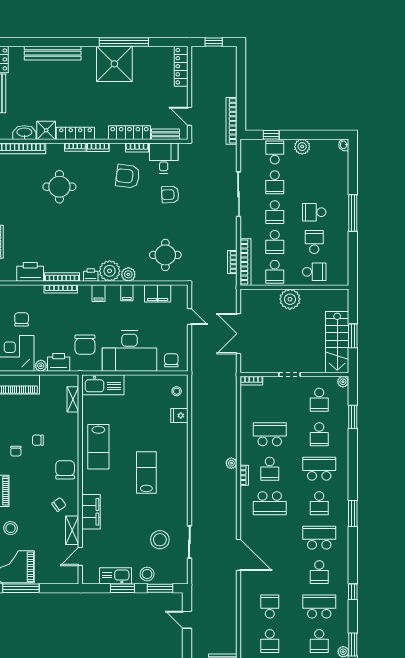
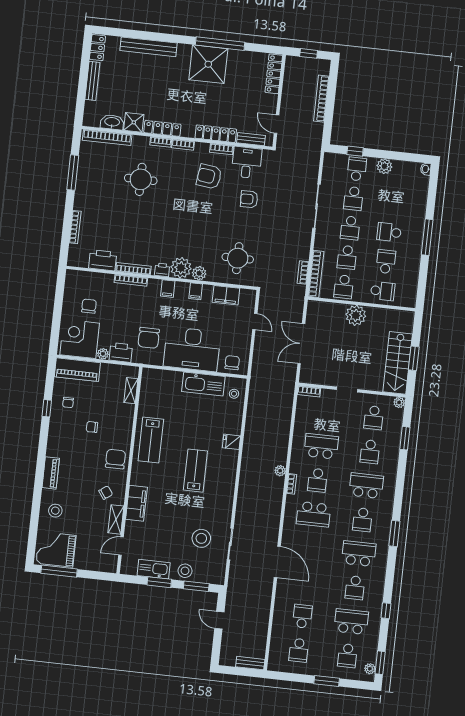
bookcase: (232, 121) -> (321, 99), moved
kitchen sink: (103, 385) -> (203, 384), moved
fridge: (179, 416) -> (231, 442), moved
chair: (16, 451) -> (68, 402), moved

